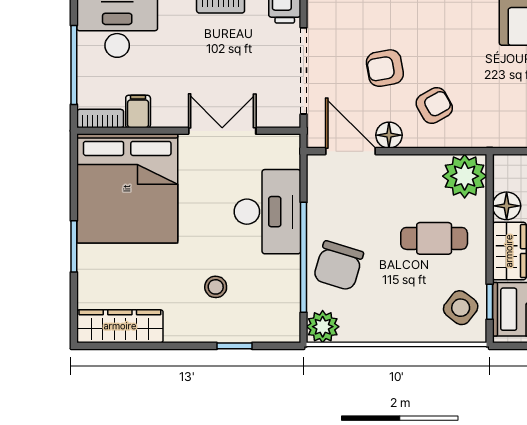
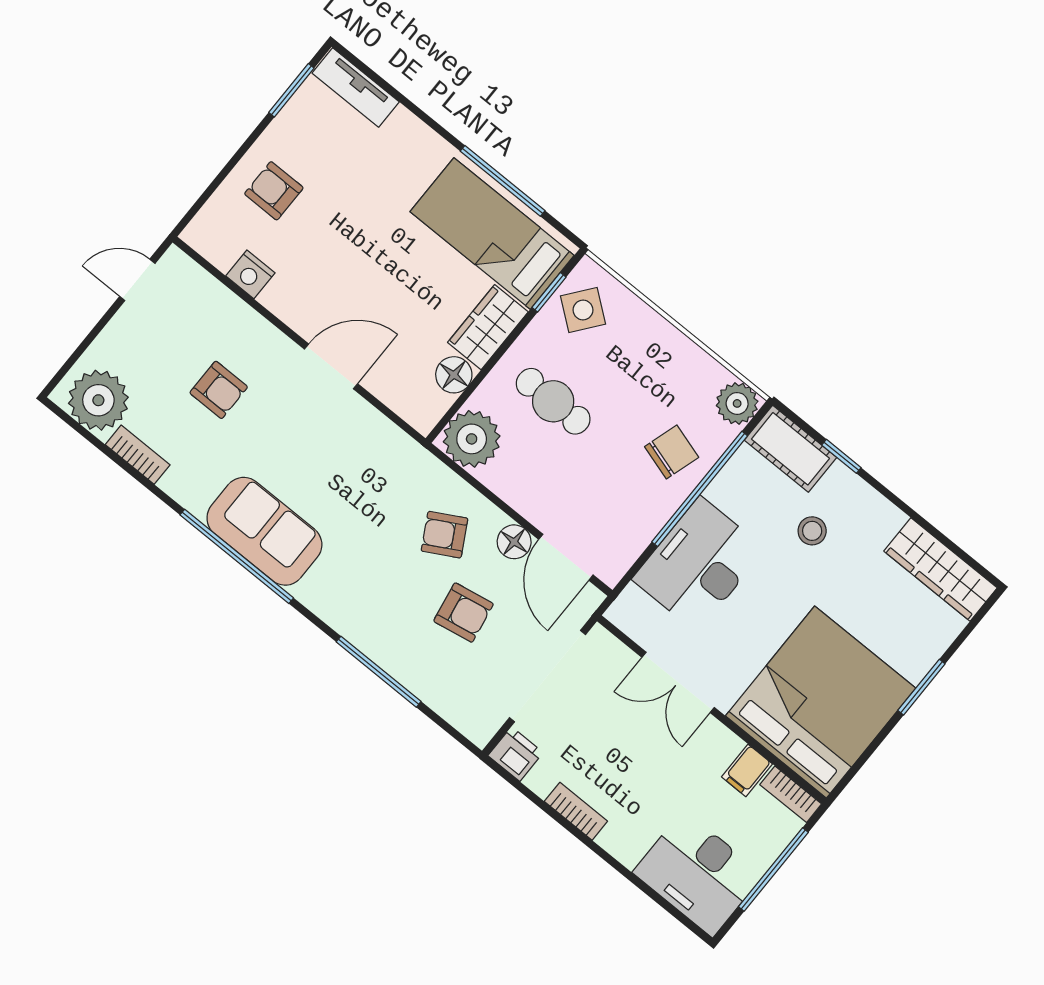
chair: (338, 266) -> (672, 452), width x0.73, depth x0.73
cot: (269, 326) -> (790, 449), added

